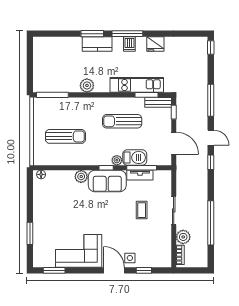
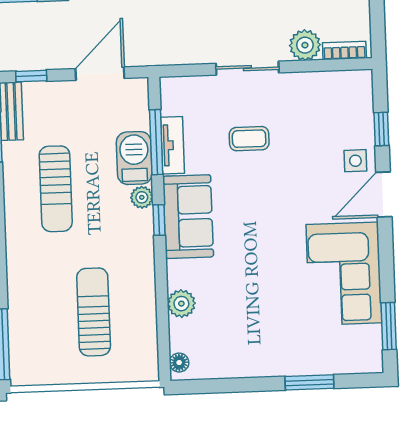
plant: (81, 176) -> (181, 304), moved

